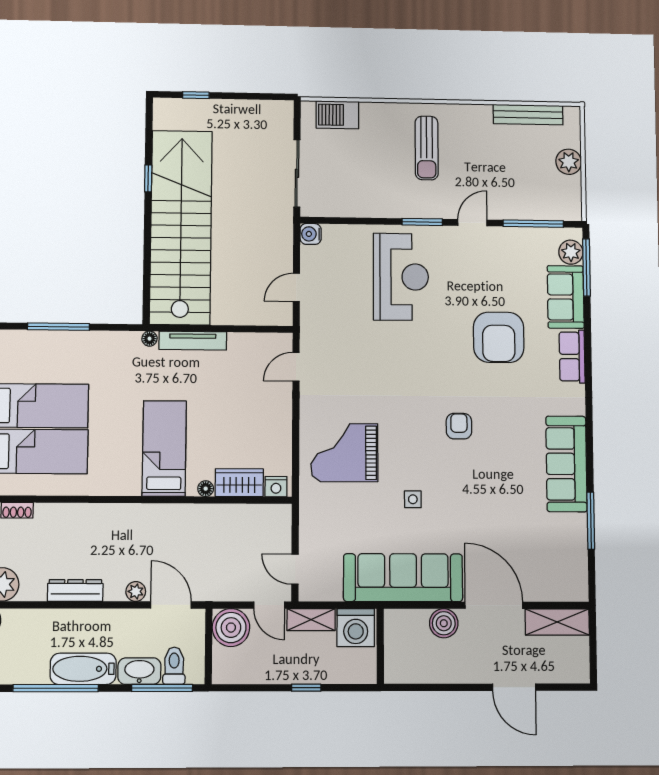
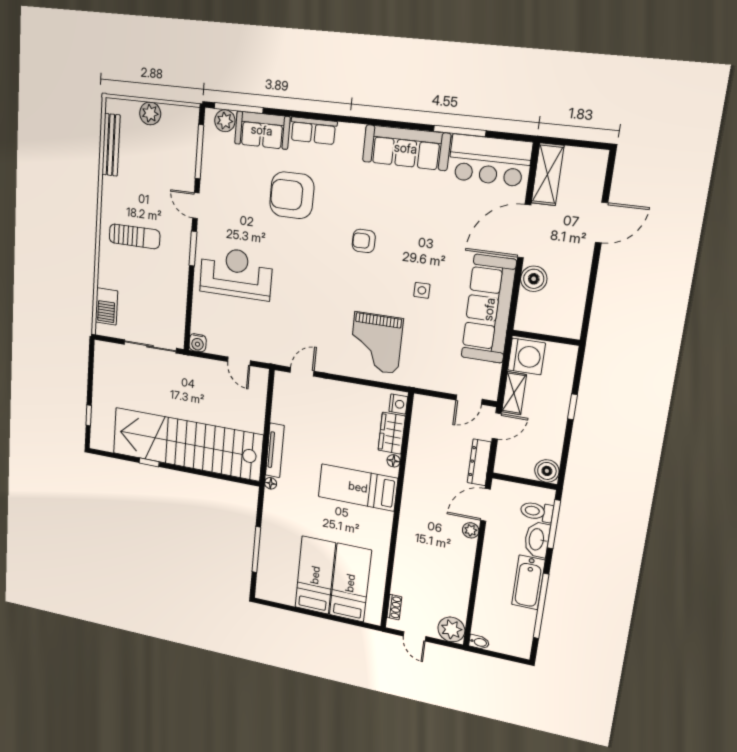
armchair: (499, 337) -> (292, 195), turned 180
door: (296, 367) -> (302, 372), swing flipped
bar counter: (564, 558) -> (490, 160), added
dresser: (75, 590) -> (479, 462), moved
boiler: (231, 628) -> (547, 471), moved, width x0.73, depth x0.73

